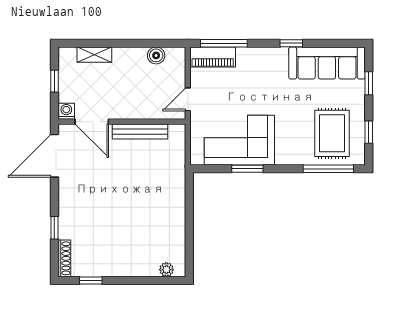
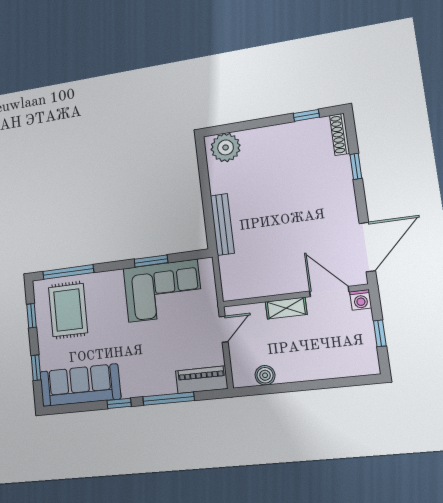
window: (224, 43) -> (168, 399), moved
shelving: (94, 55) -> (286, 308), moved
bench: (140, 131) -> (222, 224), moved, turned 90
plant: (166, 270) -> (226, 147), width x1.88, depth x1.88

